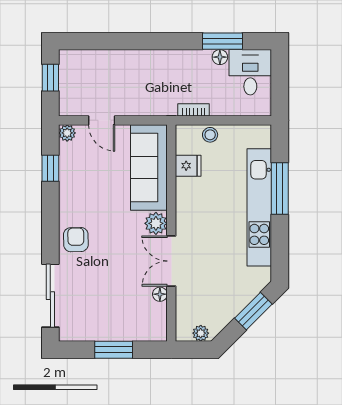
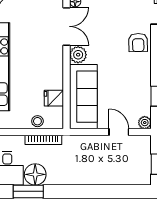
floor lamp: (220, 57) -> (35, 174), width x1.89, depth x1.89
bookcase: (194, 110) -> (43, 140), width x1.56

